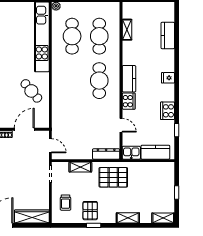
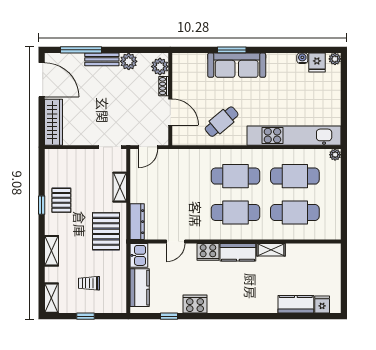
shelving: (127, 30) -> (271, 250), moved
fridge: (168, 78) -> (322, 305), moved
cafe table: (72, 81) -> (236, 176), added
trolley: (65, 203) -> (89, 283), moved
pallet: (90, 211) -> (61, 200), turned 90

